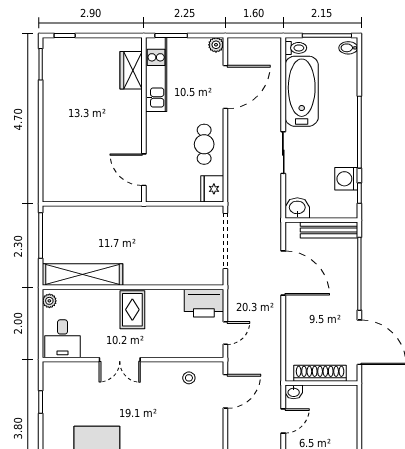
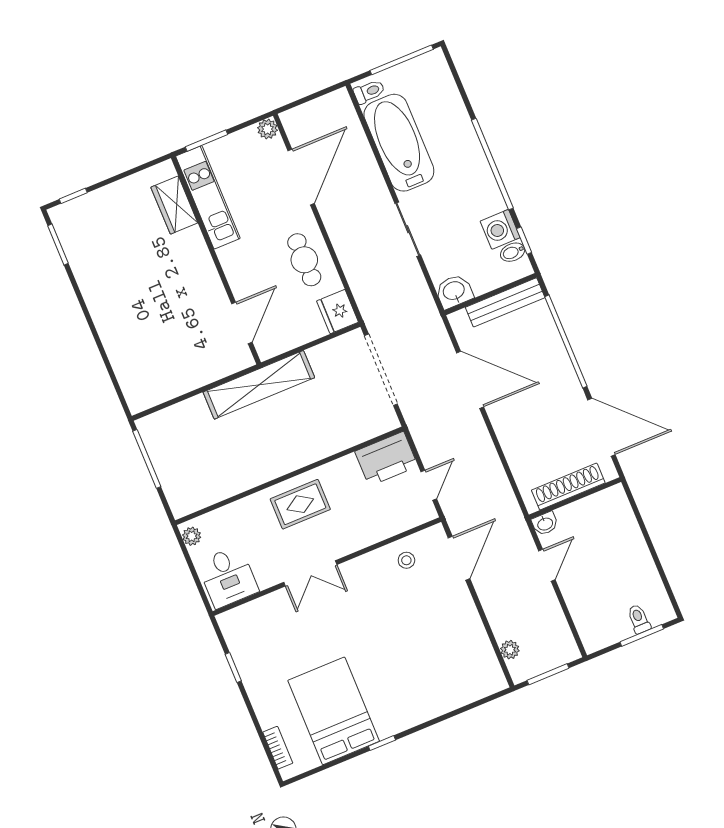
bidet: (348, 48) -> (513, 252), moved
door: (144, 170) -> (242, 323), swing flipped
shelving: (82, 274) -> (259, 385), moved
rug: (132, 310) -> (300, 504), turned 90

